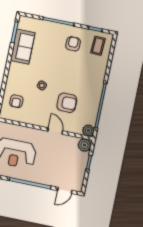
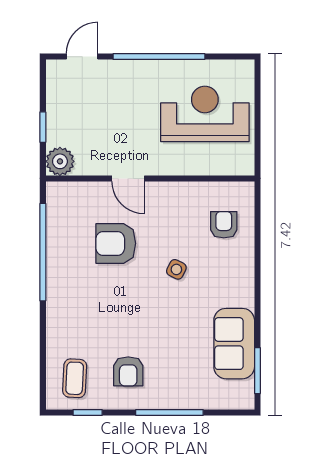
plant: (88, 131) -> (58, 194), removed

